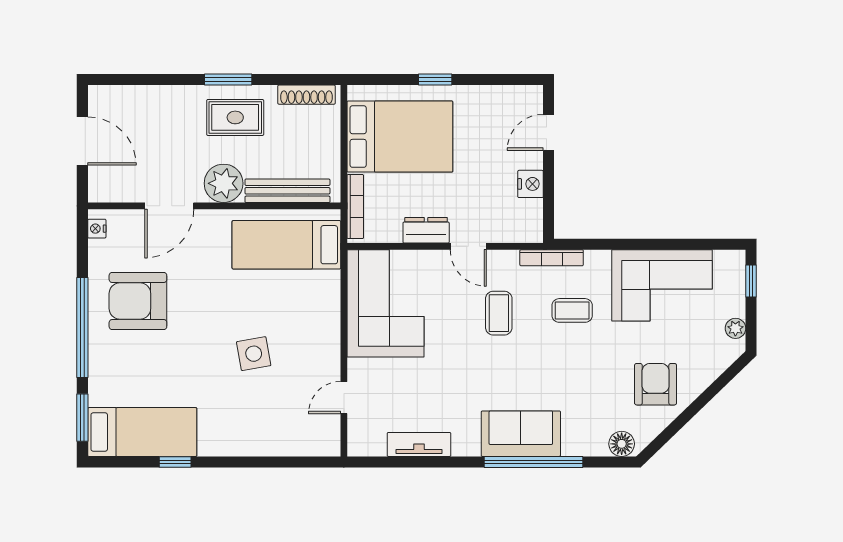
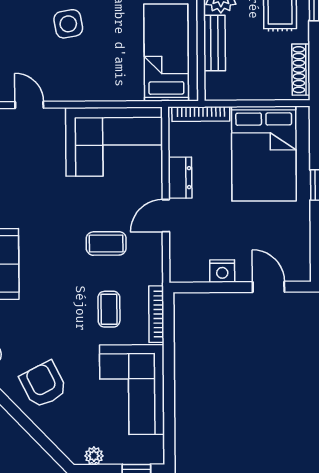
bench: (287, 191) -> (214, 43), width x0.73
bookcase: (552, 258) -> (156, 314), moved
armchair: (656, 384) -> (43, 384), turned -117

